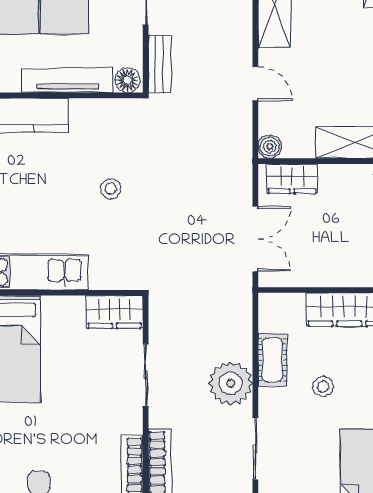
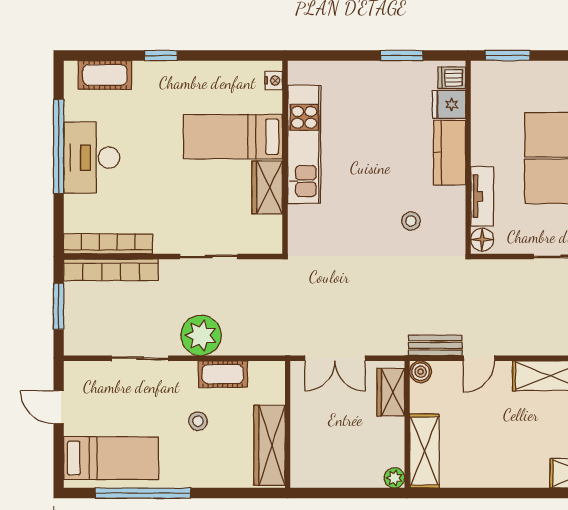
bench: (159, 64) -> (435, 345), moved
tv unit: (68, 80) -> (482, 196), width x0.71
stool: (111, 189) -> (411, 221), moved
wardrobe: (114, 312) -> (267, 187), moved

